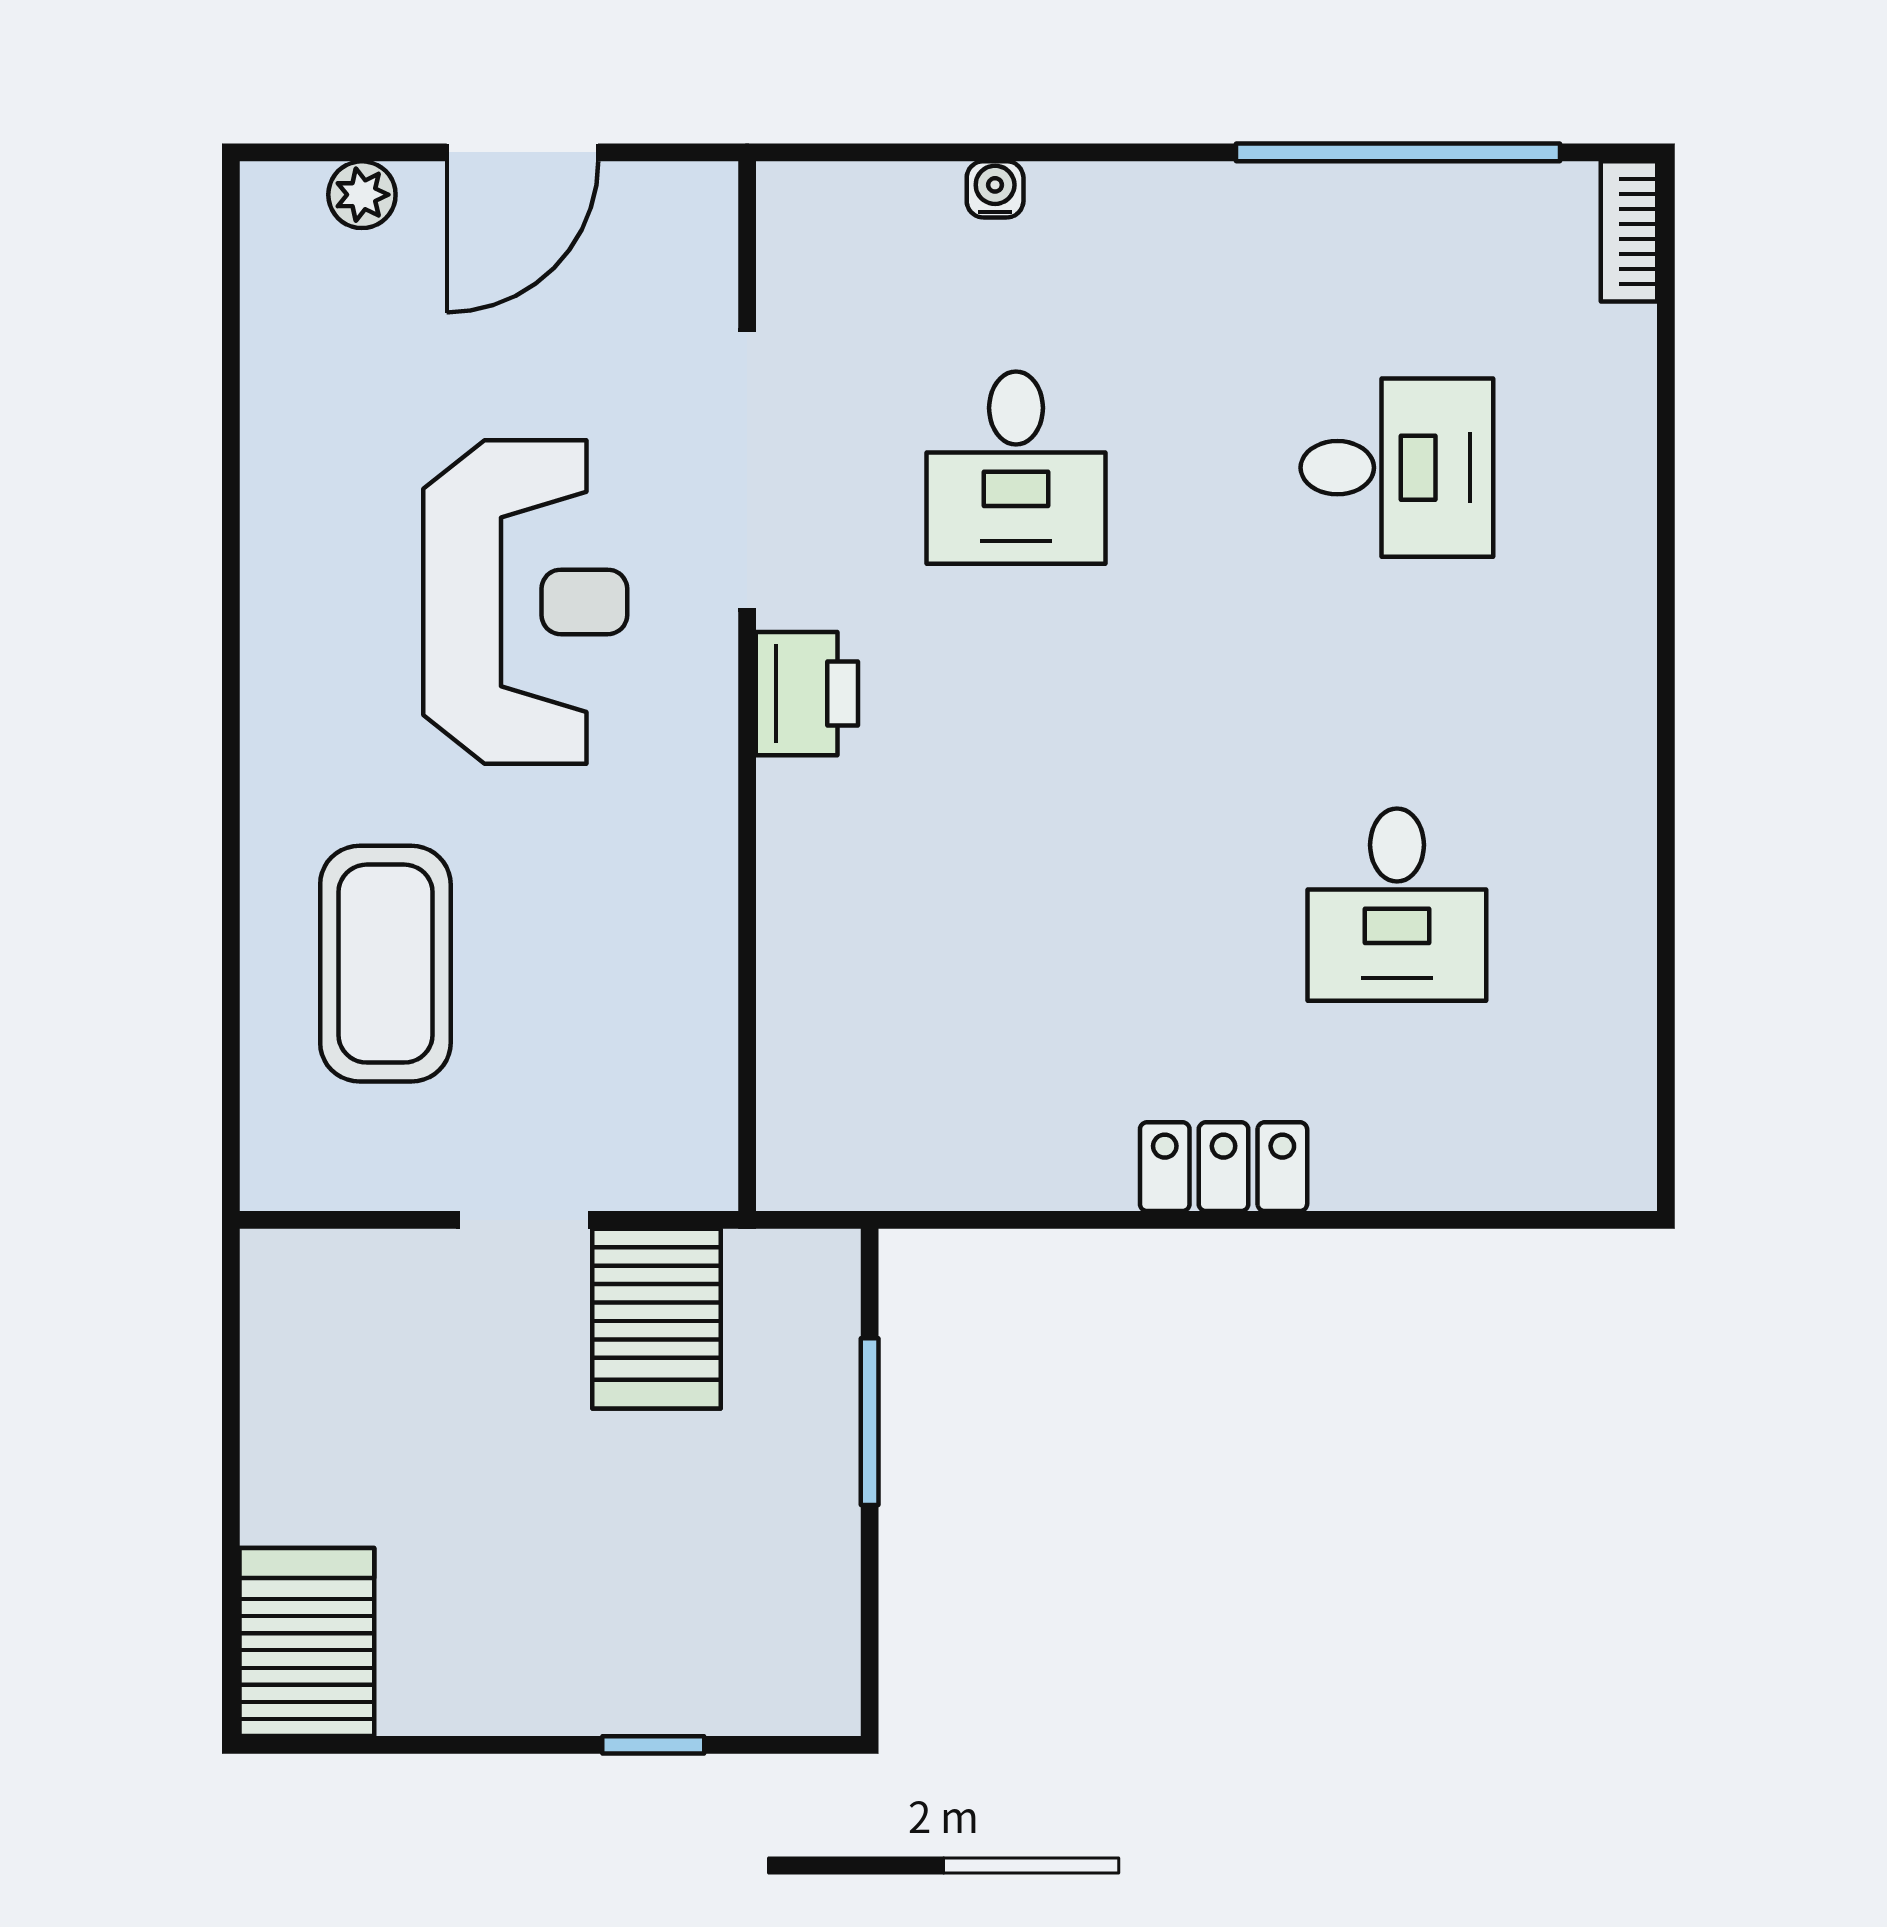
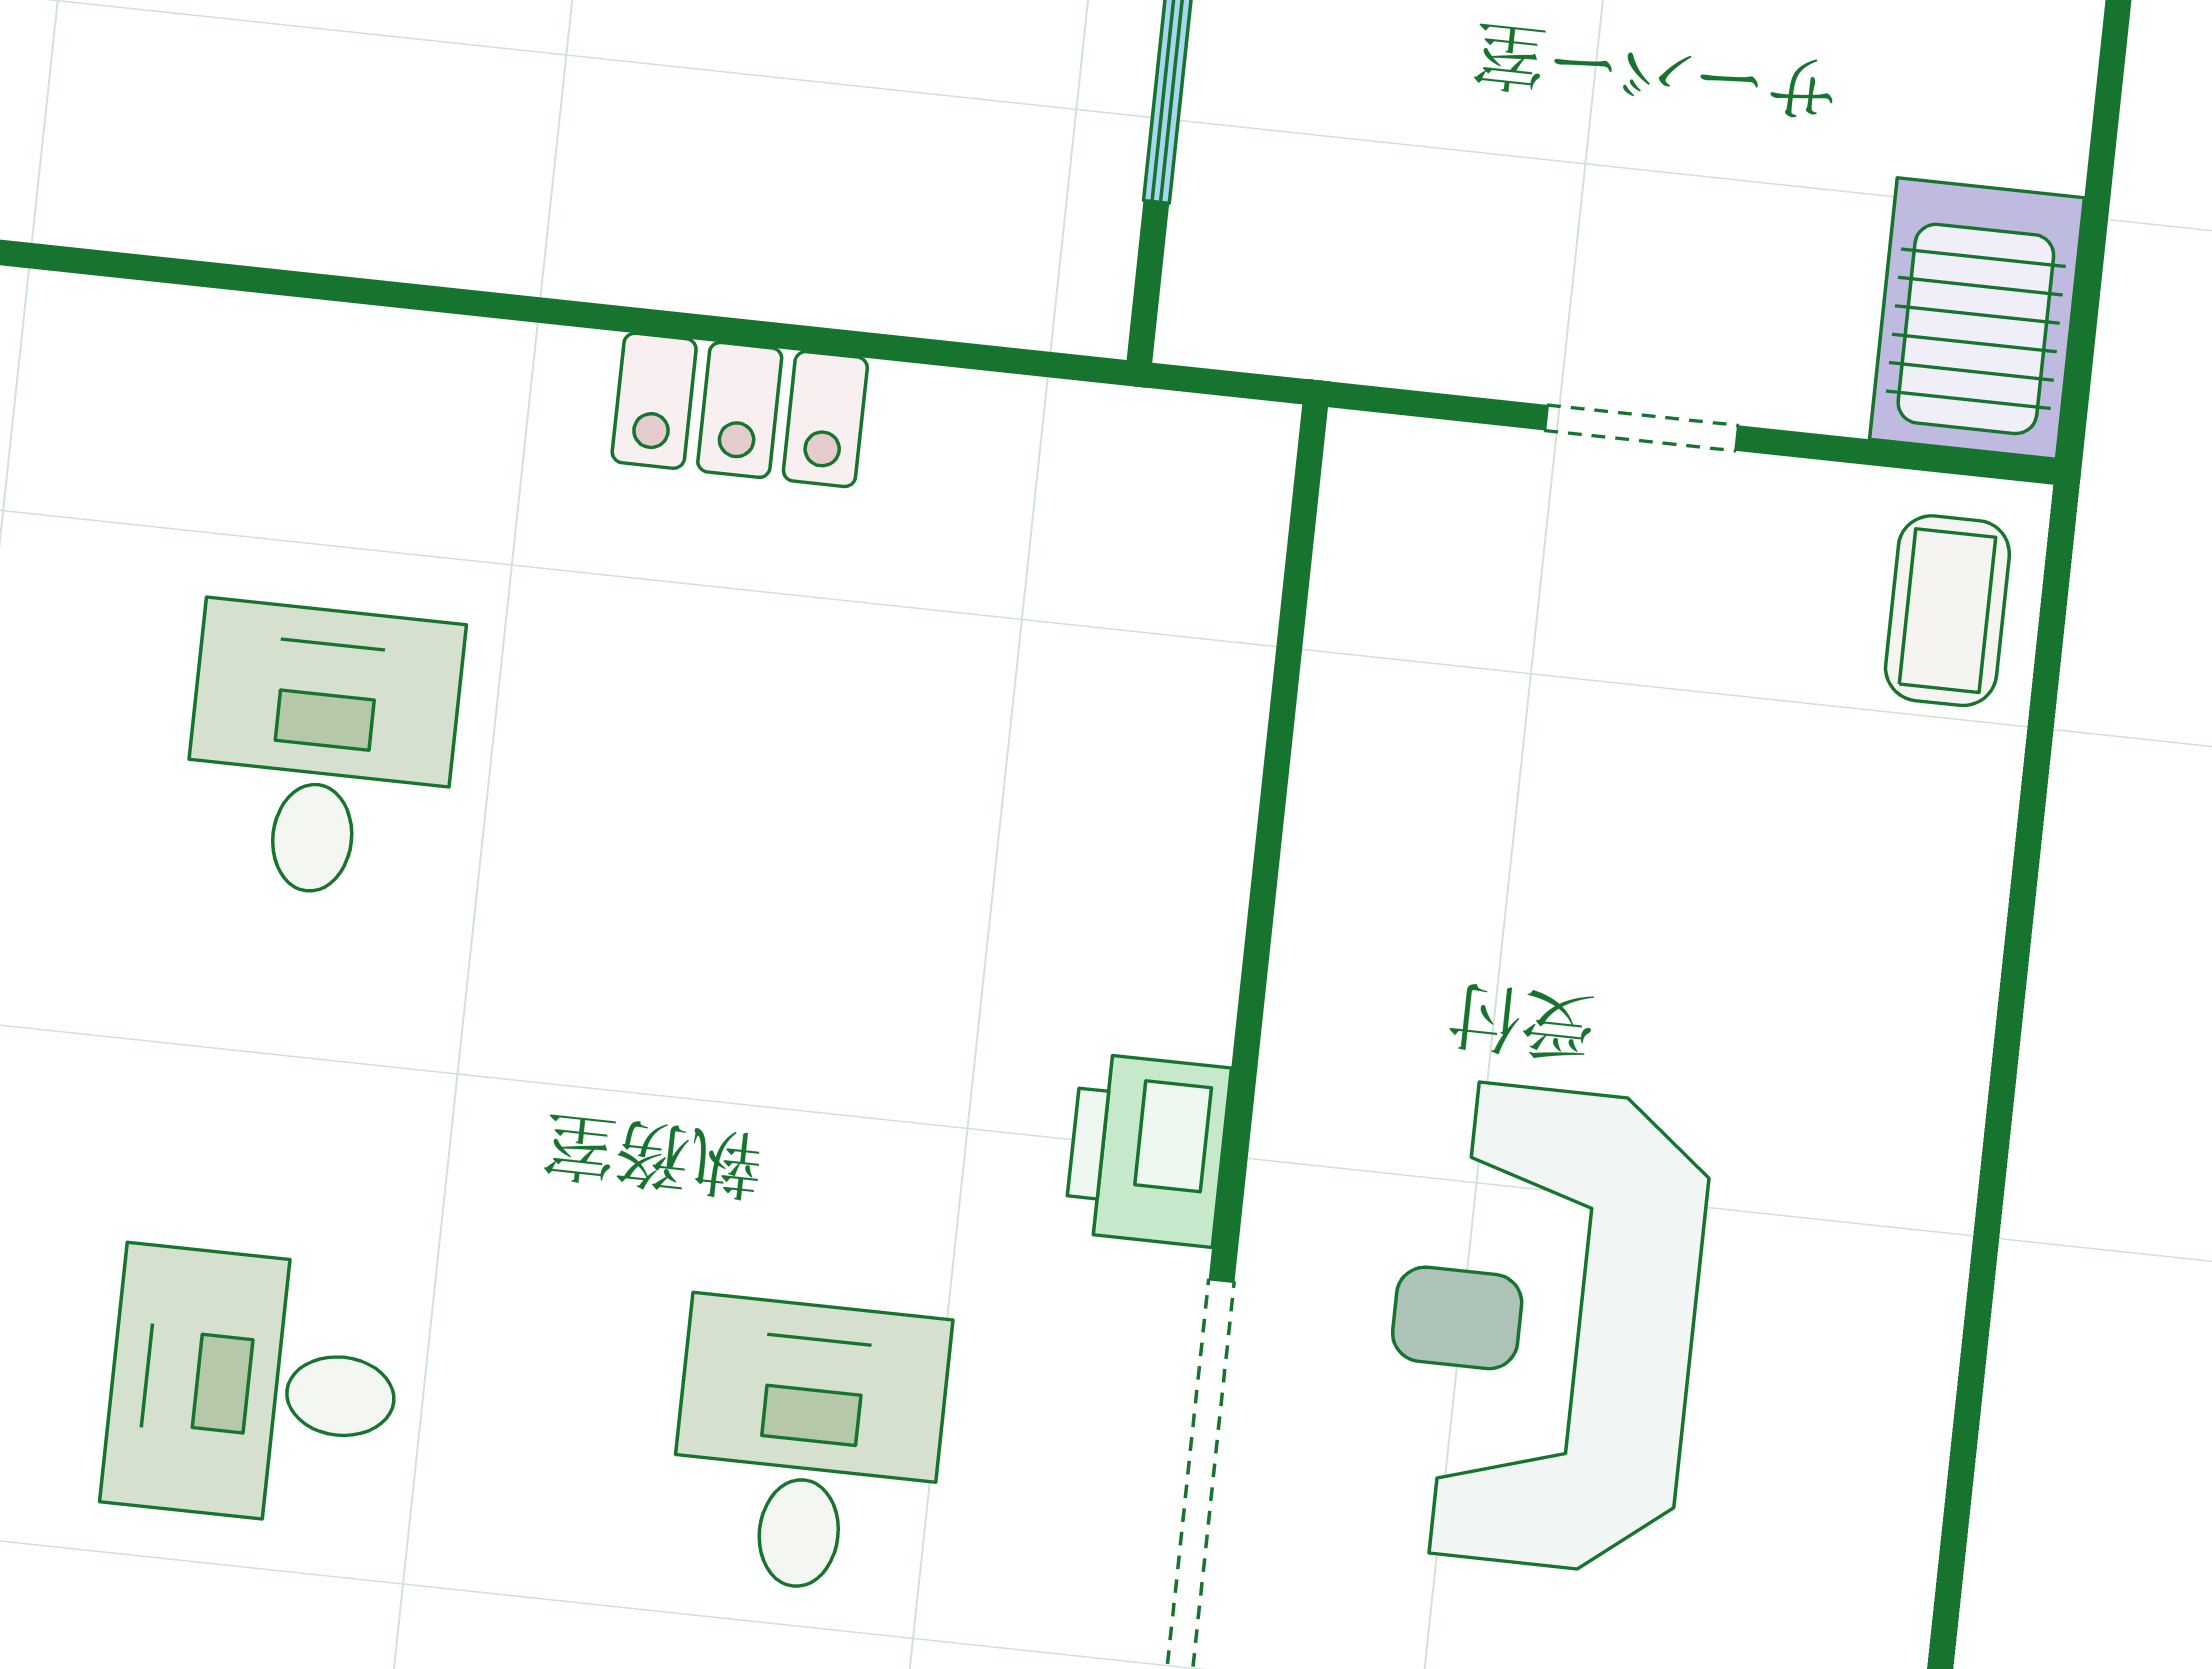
coffee table: (385, 964) -> (1947, 611), moved, width x0.54, depth x0.58
locker: (1224, 1167) -> (740, 410), moved
server rack: (657, 1319) -> (1977, 318), moved

